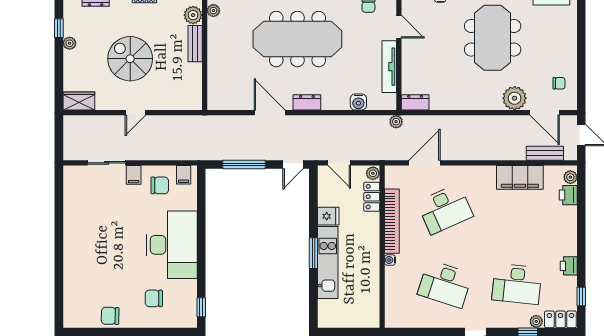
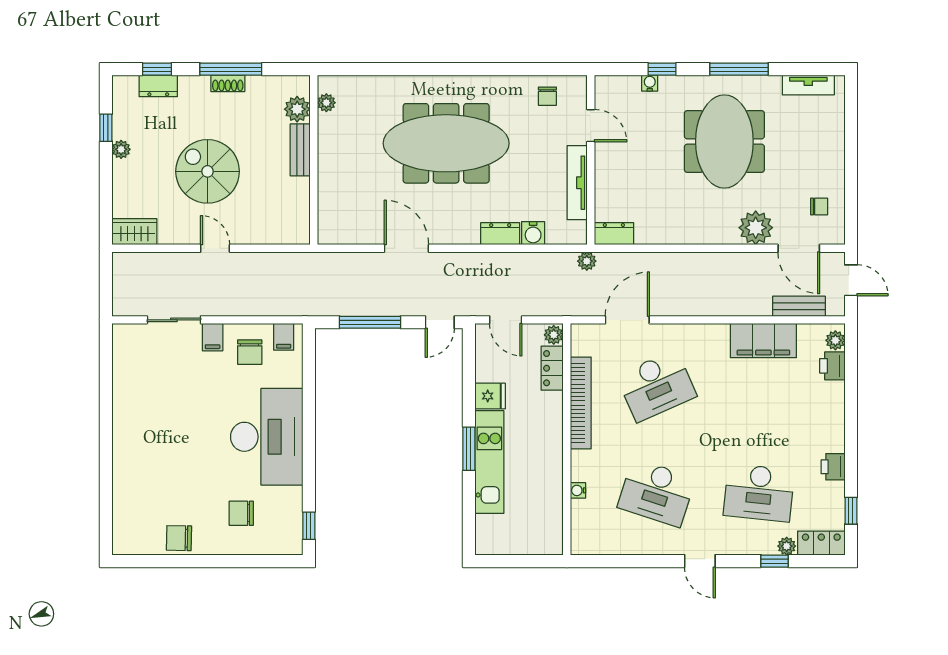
dresser: (307, 102) -> (500, 234), moved
door: (135, 113) -> (215, 248), swing flipped
chair: (160, 185) -> (250, 352), turned 90
water cooler: (390, 260) -> (578, 490), moved

